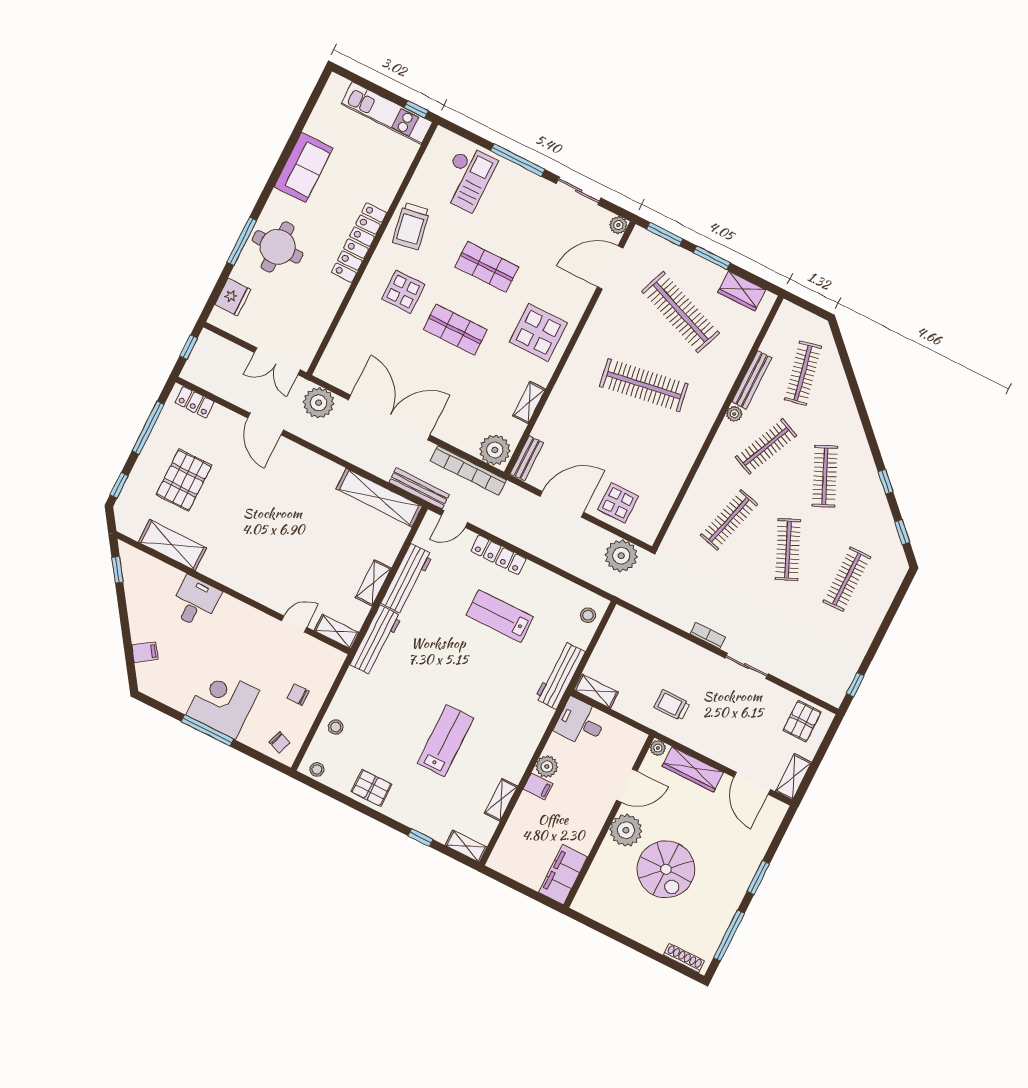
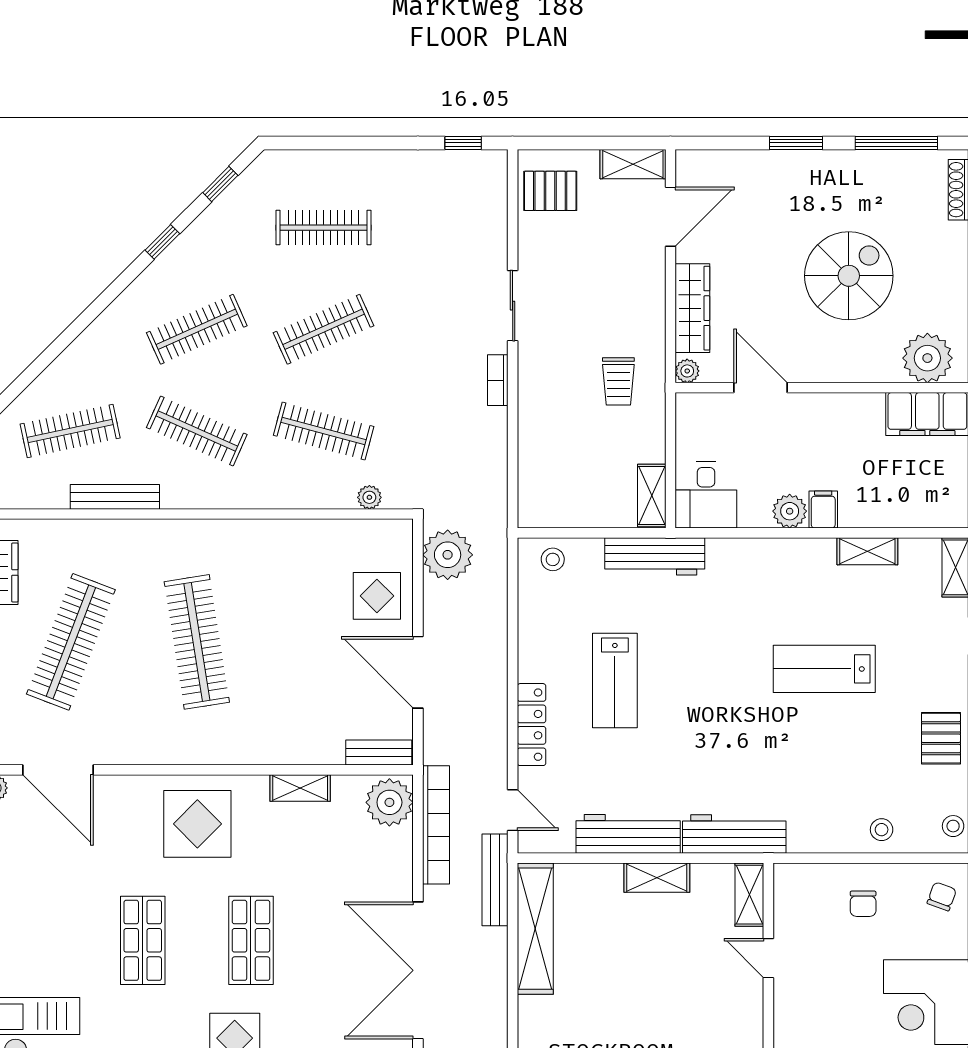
plant: (734, 414) -> (369, 497), moved
plant: (626, 830) -> (927, 358), moved

